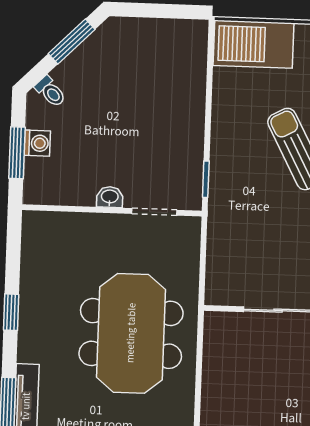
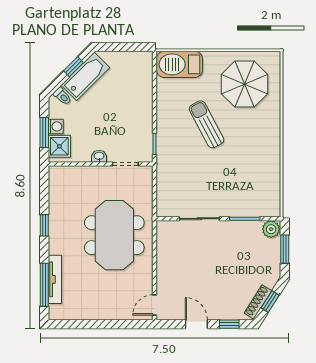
window: (72, 41) -> (74, 67), width x0.67
bathtub: (91, 59) -> (85, 76), added
shower: (42, 177) -> (59, 146), added

